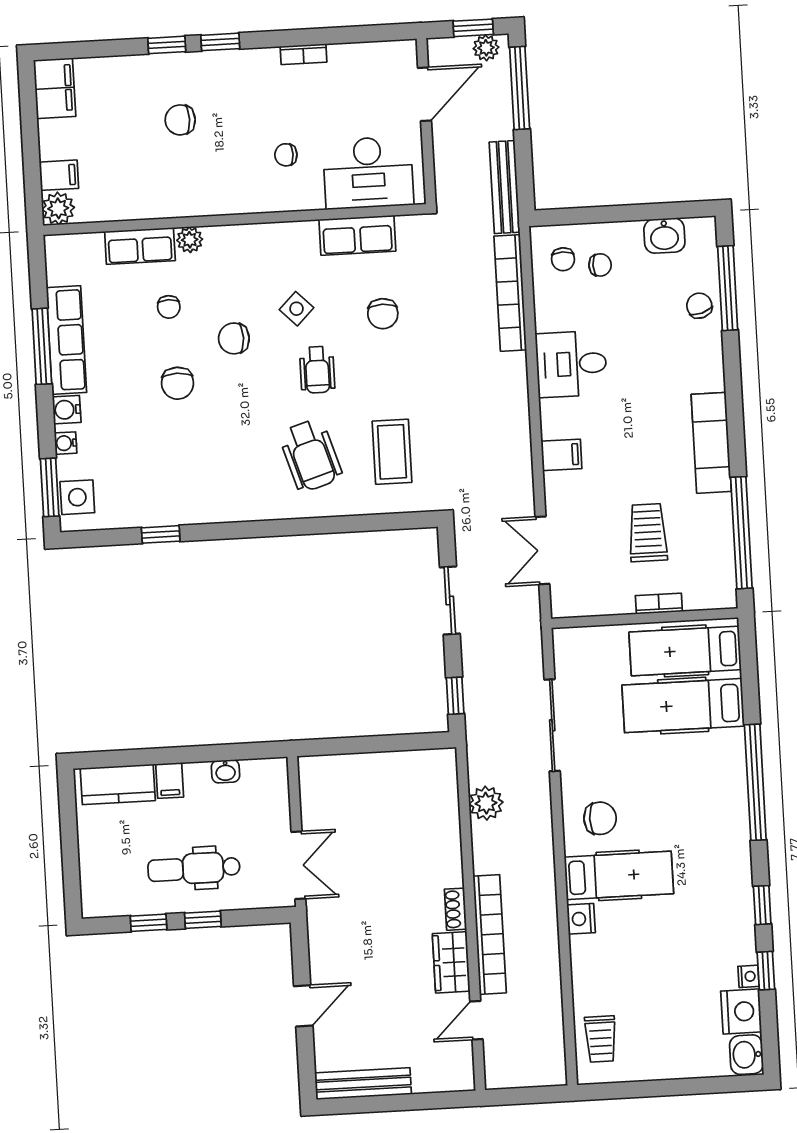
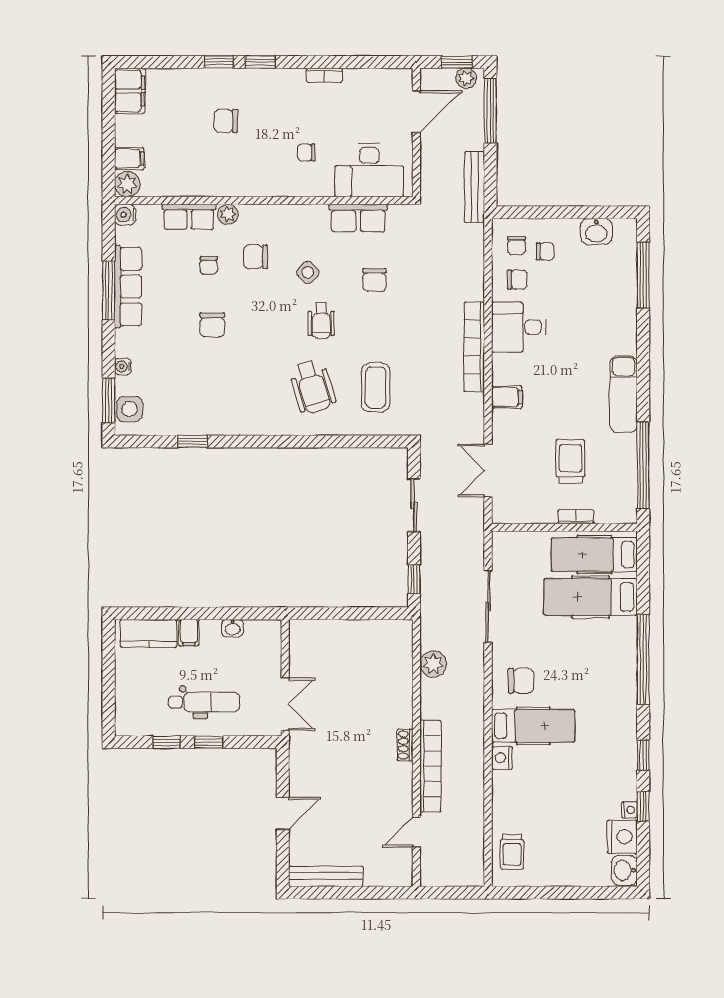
bookcase: (510, 293) -> (474, 347), moved
chair: (699, 306) -> (517, 280), moved, turned 107
chair: (234, 338) -> (256, 257), moved
water cooler: (67, 410) -> (125, 215), moved
dental chair: (194, 868) -> (204, 702), turned 180
wardrobe: (451, 962) -> (399, 786), removed

